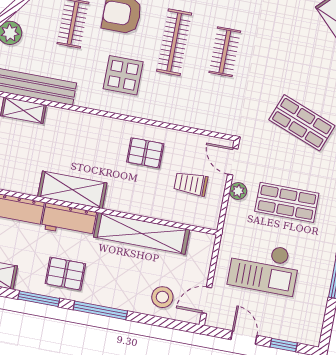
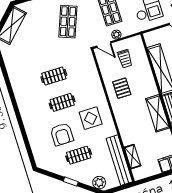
clothes rail: (174, 42) -> (62, 102), width x0.73
door: (233, 162) -> (104, 45), hinge flipped

